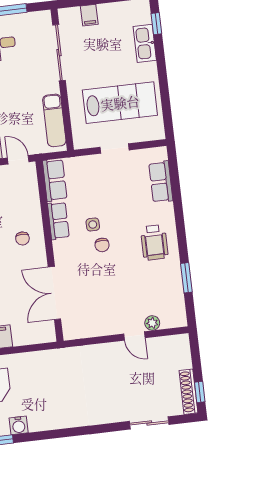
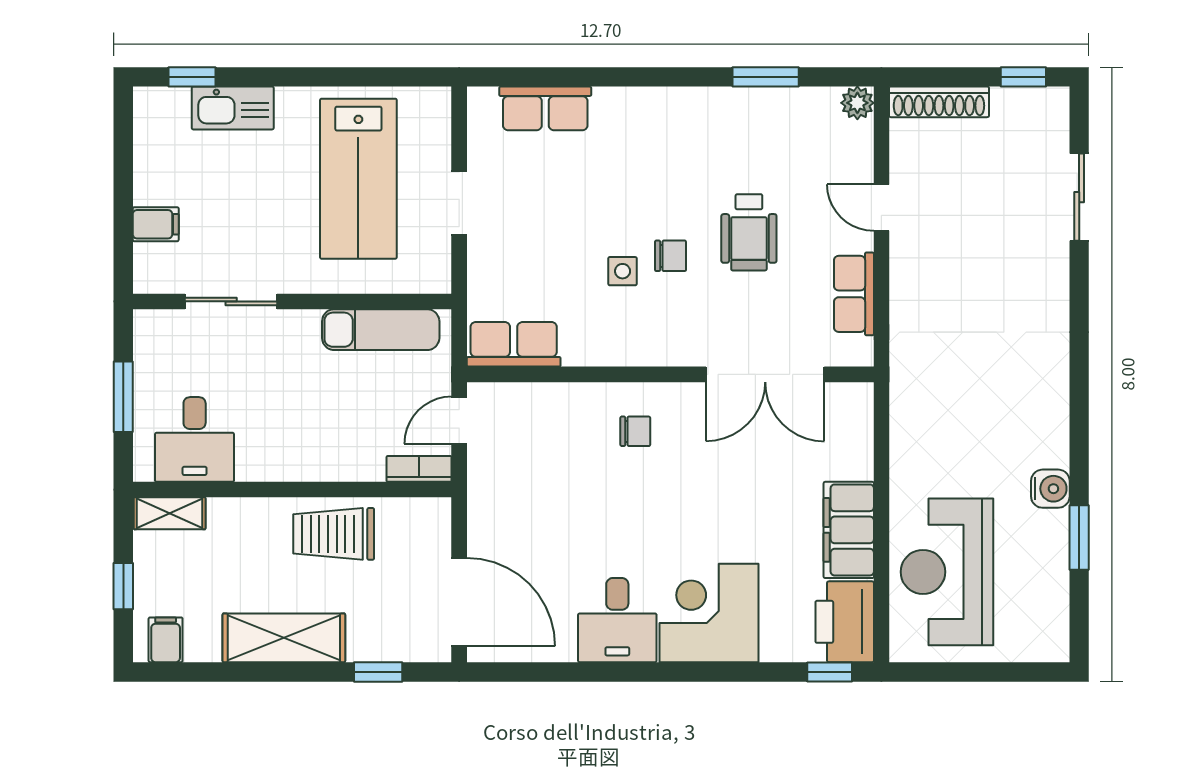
sliding door: (59, 53) -> (231, 301), width x0.73
lab bench: (120, 103) -> (358, 179), turned 180
row of seats: (58, 221) -> (854, 294), moved, turned -90
wheelchair: (154, 242) -> (749, 232), moved, turned 90
plant: (152, 323) -> (857, 103), moved
door: (134, 336) -> (881, 208), swing flipped
shoe rack: (188, 392) -> (939, 102), moved

